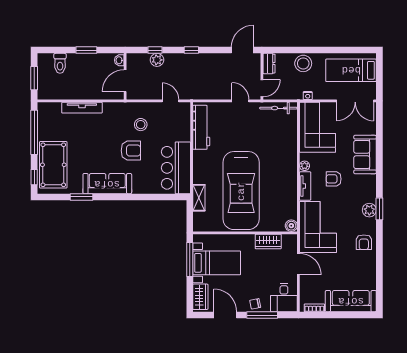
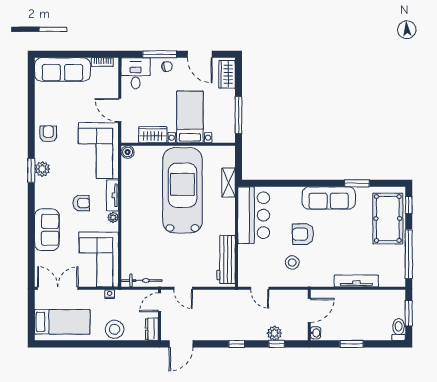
toilet: (60, 63) -> (399, 329), moved
bed with nightstands: (217, 263) -> (190, 117), moved, turned 90

